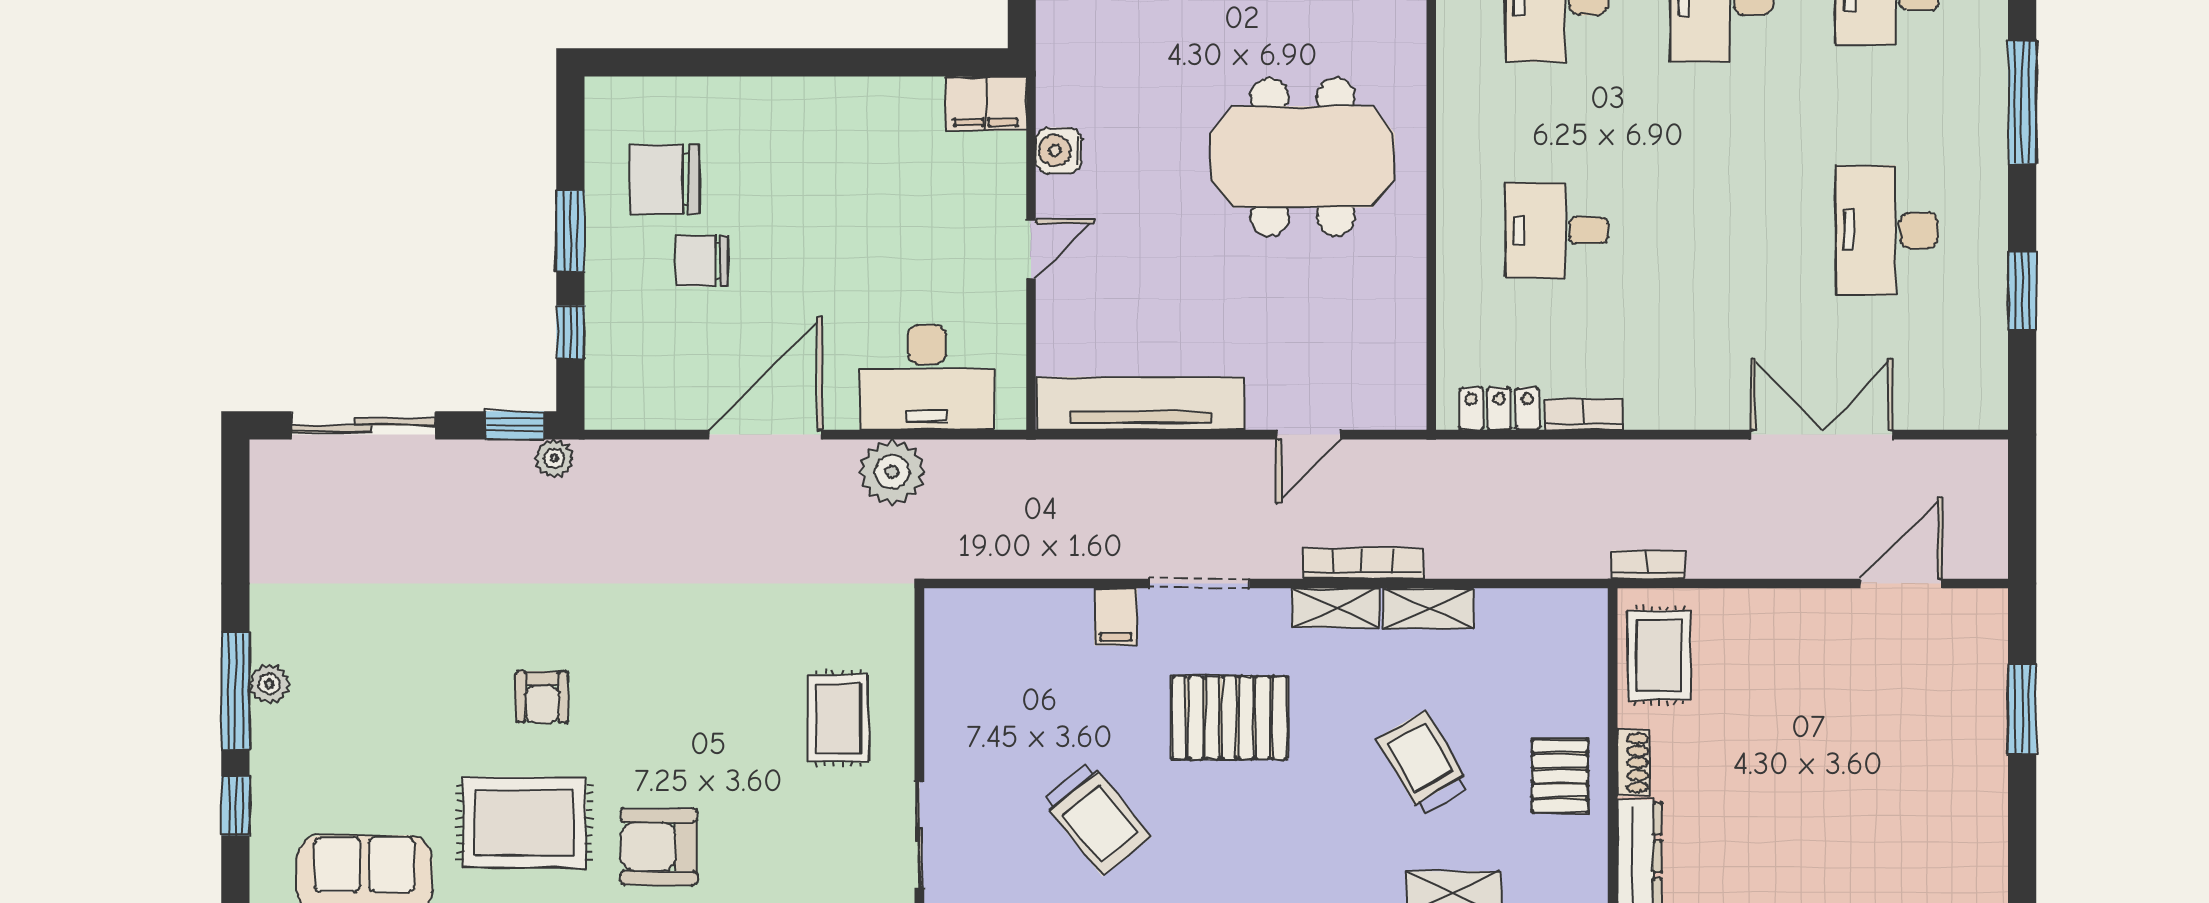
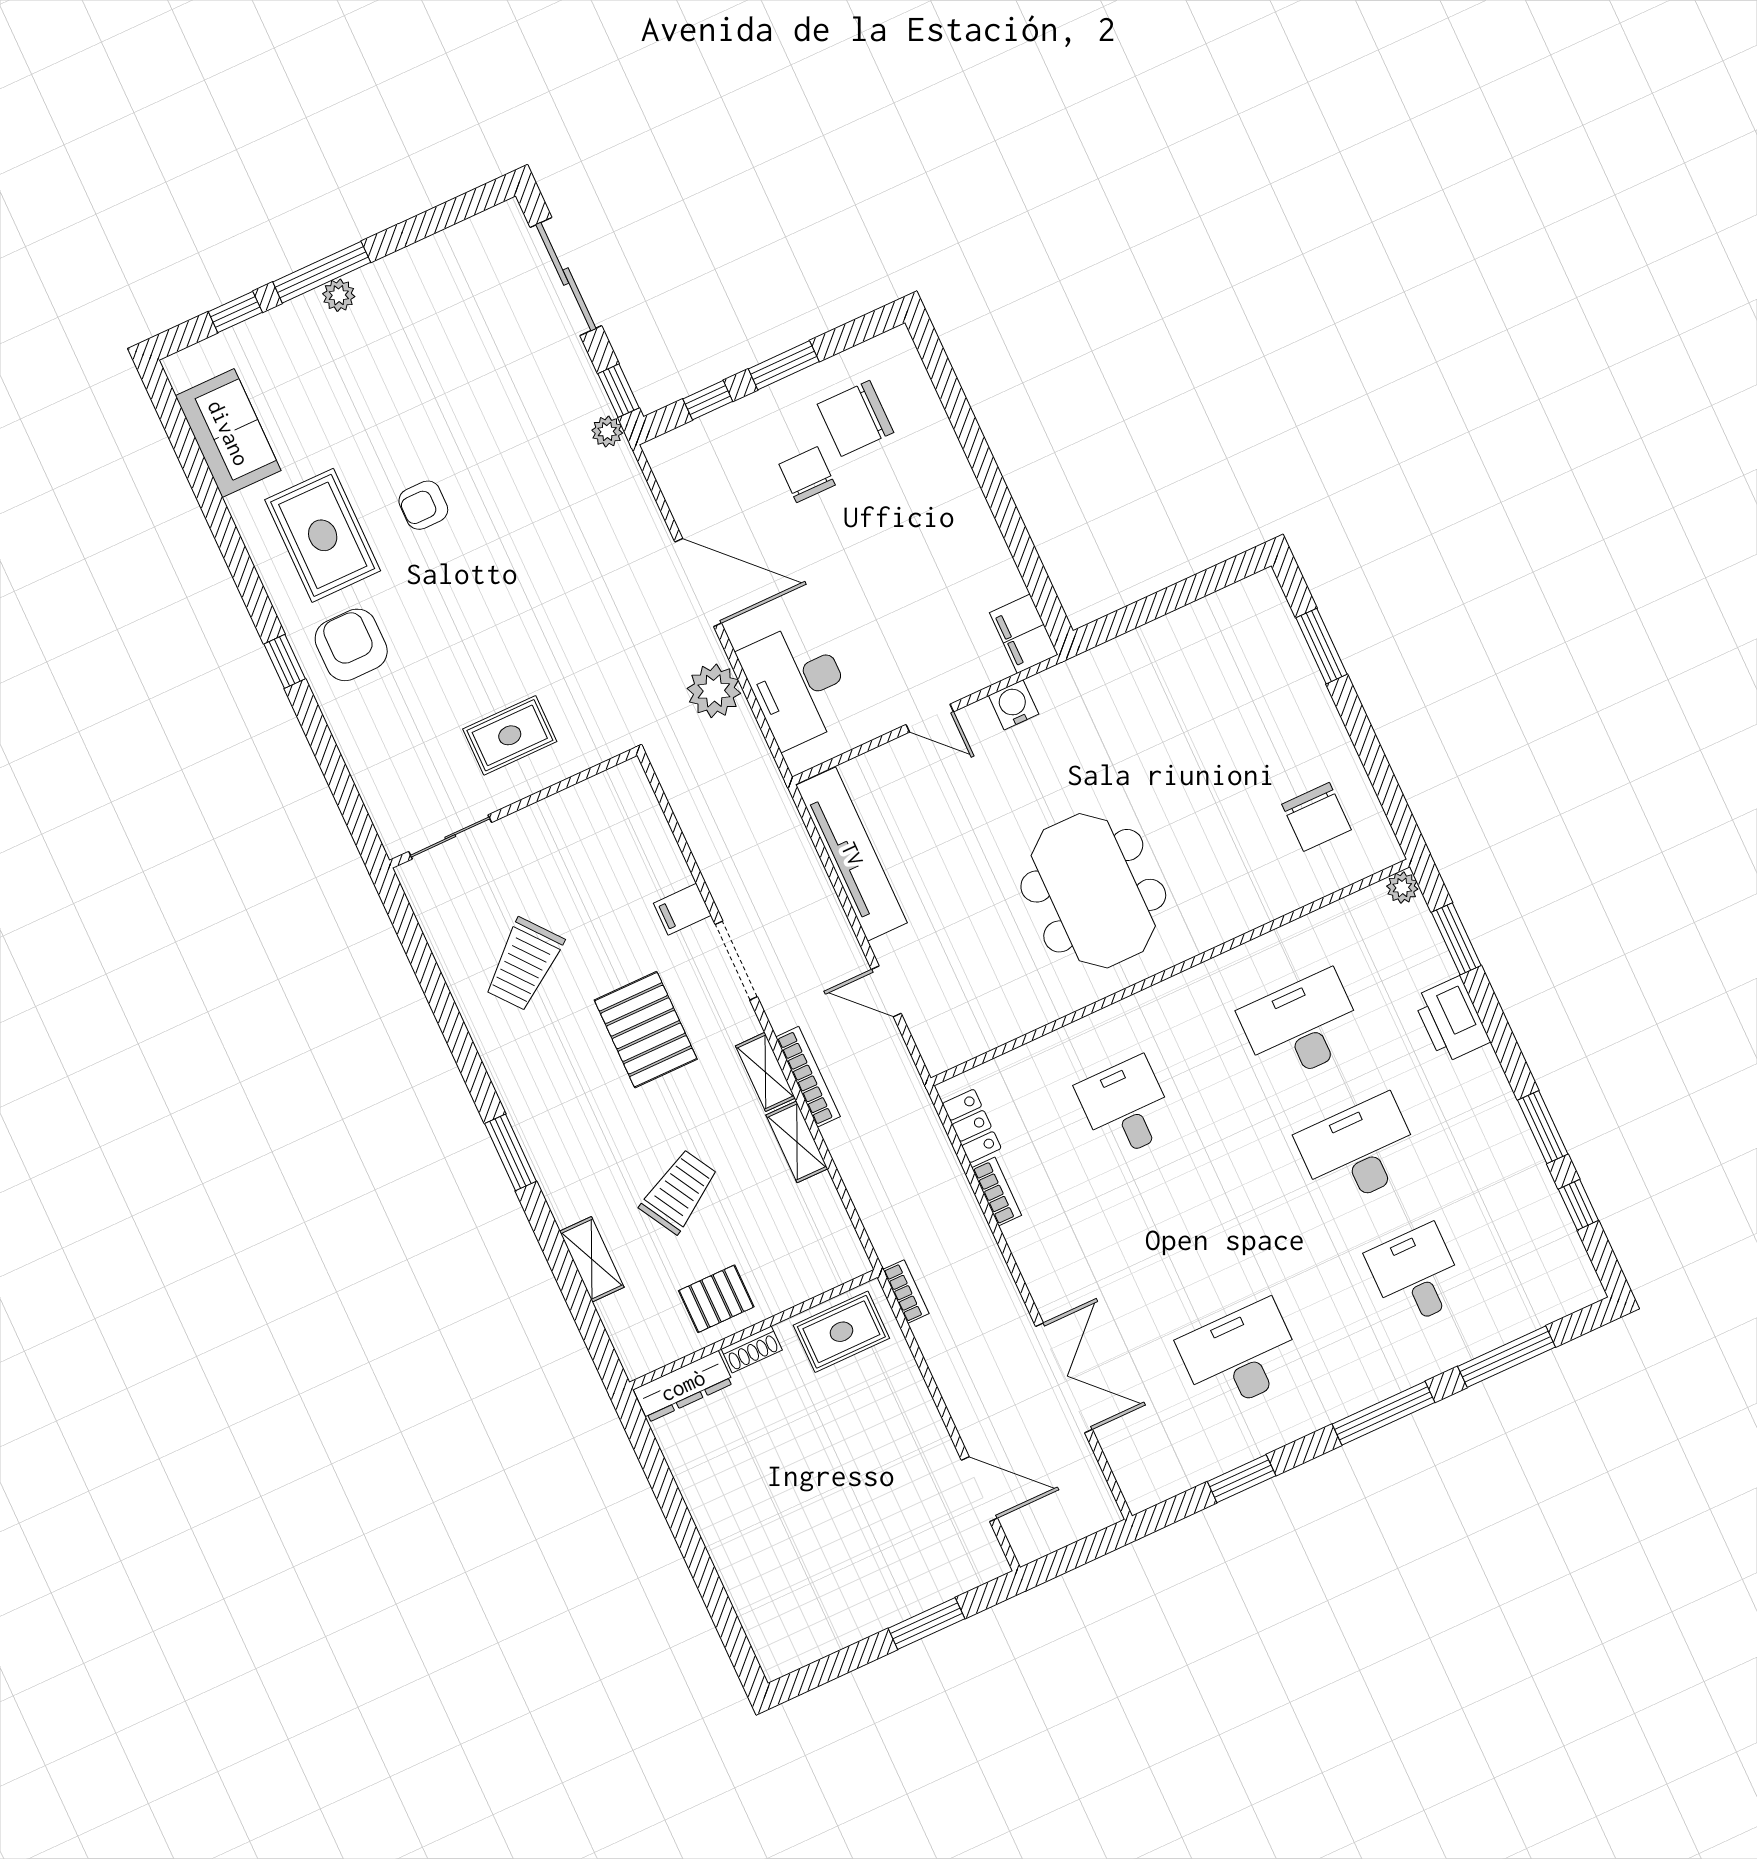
chair: (665, 179) -> (855, 418), turned -90

